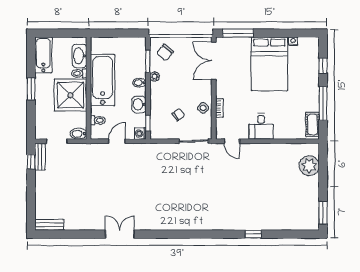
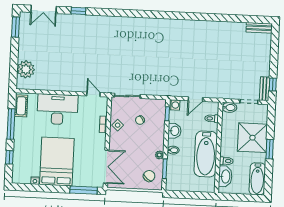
shower: (71, 95) -> (252, 138), moved
desk: (261, 126) -> (57, 109), width x1.87, depth x1.30
double door: (120, 234) -> (44, 9), moved

